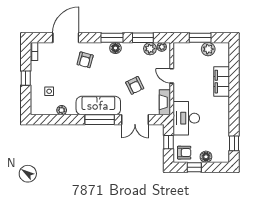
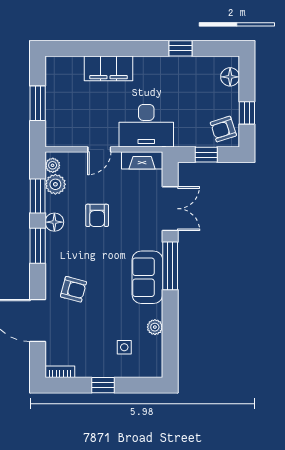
floor lamp: (115, 48) -> (54, 222), moved
plant: (208, 49) -> (56, 90), removed
armchair: (135, 85) -> (97, 215), moved, turned 116
sofa: (98, 106) -> (147, 277), width x0.73
desk: (186, 118) -> (146, 126), moved
window: (234, 143) -> (180, 48), moved
armchair: (184, 153) -> (223, 129), turned -108
floor lamp: (206, 157) -> (230, 77), moved

